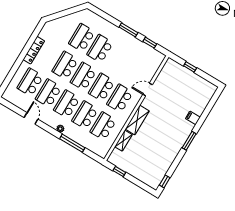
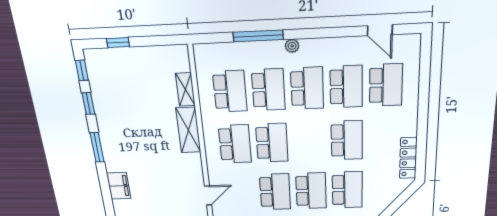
locker: (34, 50) -> (408, 158), moved
school desk: (83, 76) -> (275, 192), moved
door: (148, 89) -> (208, 195), moved
door: (31, 118) -> (380, 30), moved
filing cabinet: (193, 118) -> (119, 186), width x2.00
window: (175, 164) -> (88, 104), added
window: (119, 171) -> (118, 43), moved

